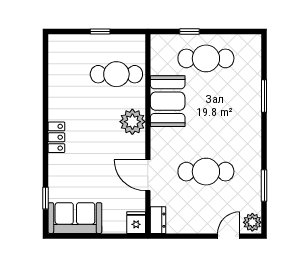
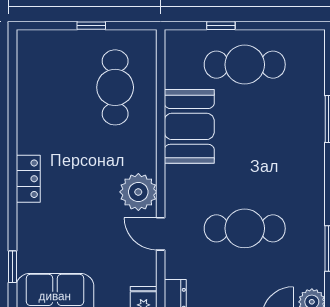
cafe table: (116, 74) -> (115, 87), turned 90
plant: (132, 122) -> (138, 192), moved
door: (148, 175) -> (161, 234), width x0.73

